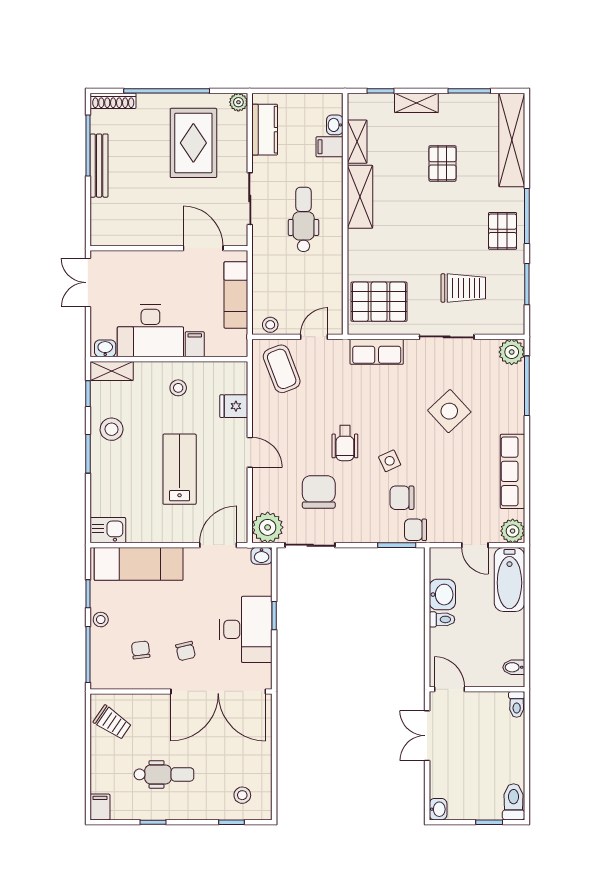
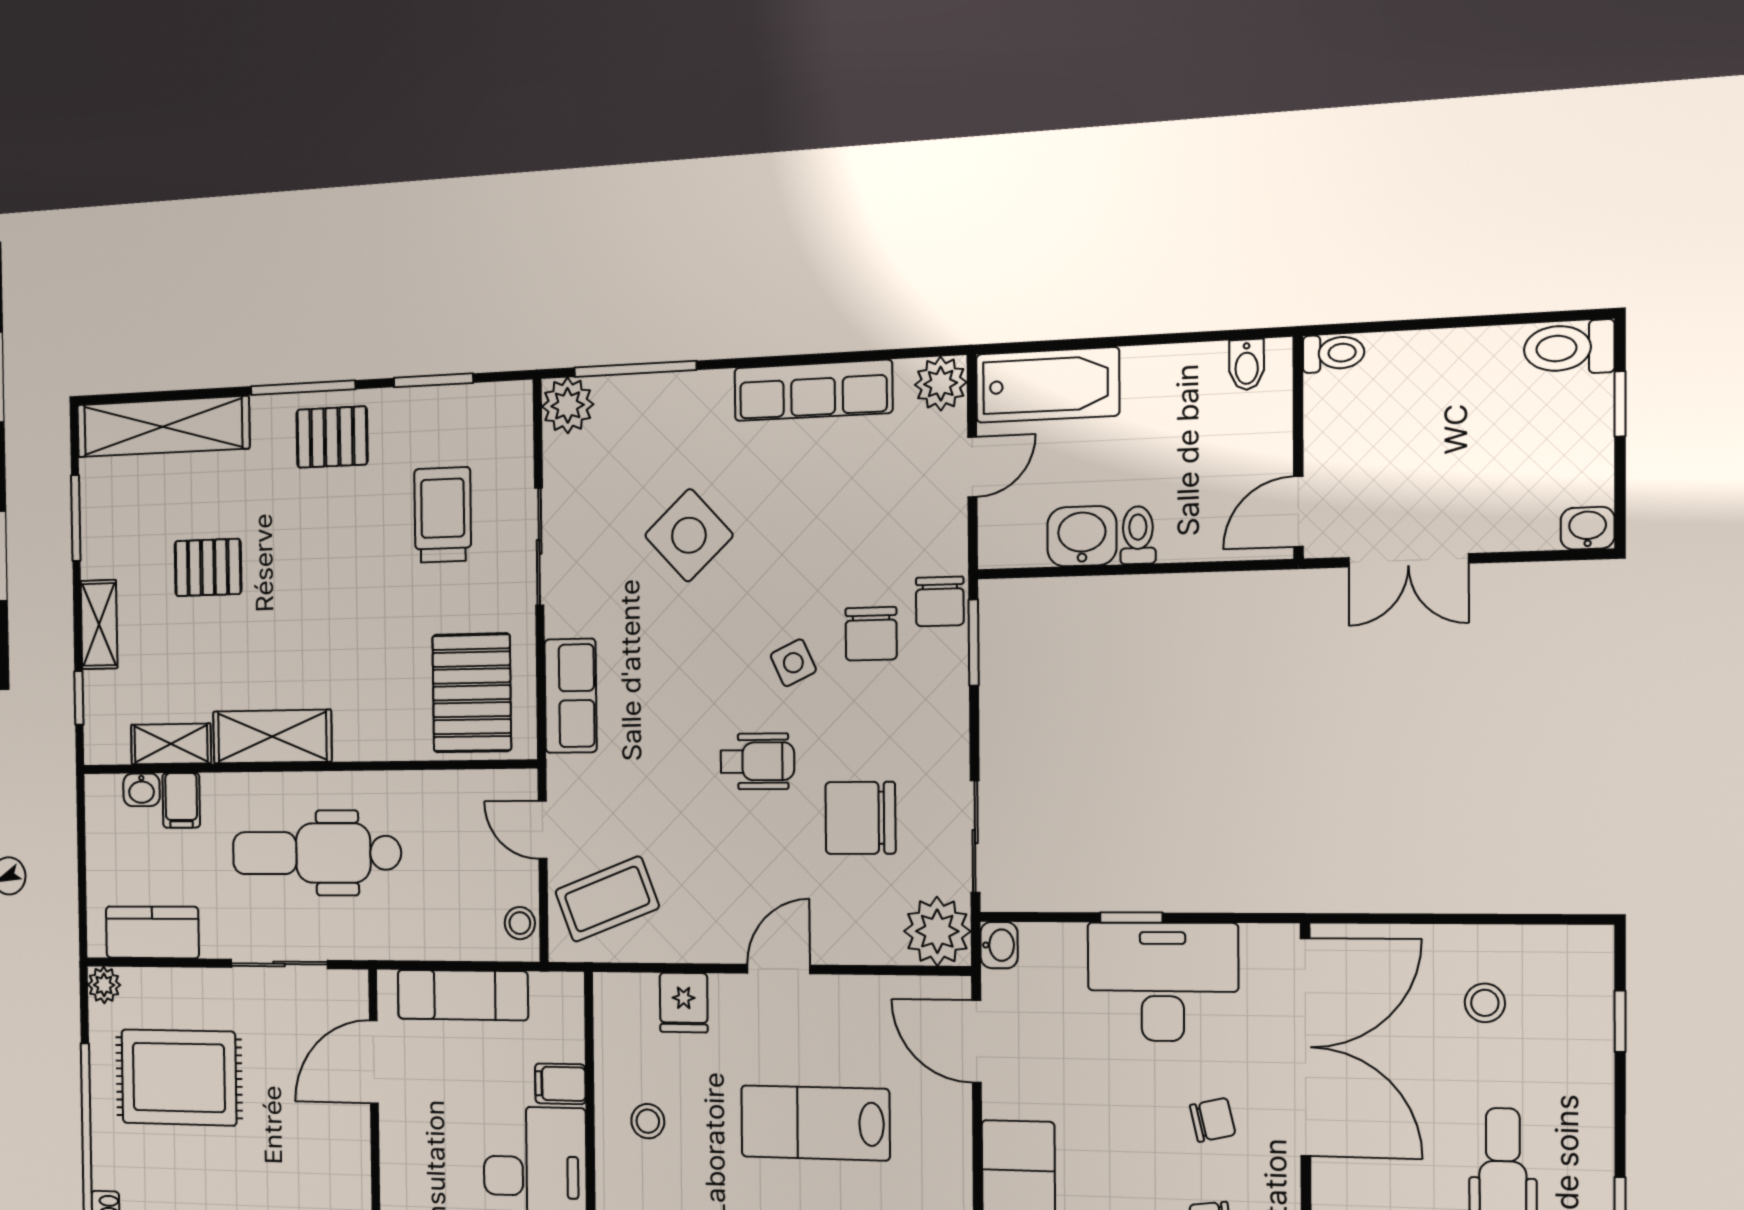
dental chair: (304, 219) -> (316, 853), width x1.36, depth x1.38
stool: (242, 795) -> (1485, 1003), moved

